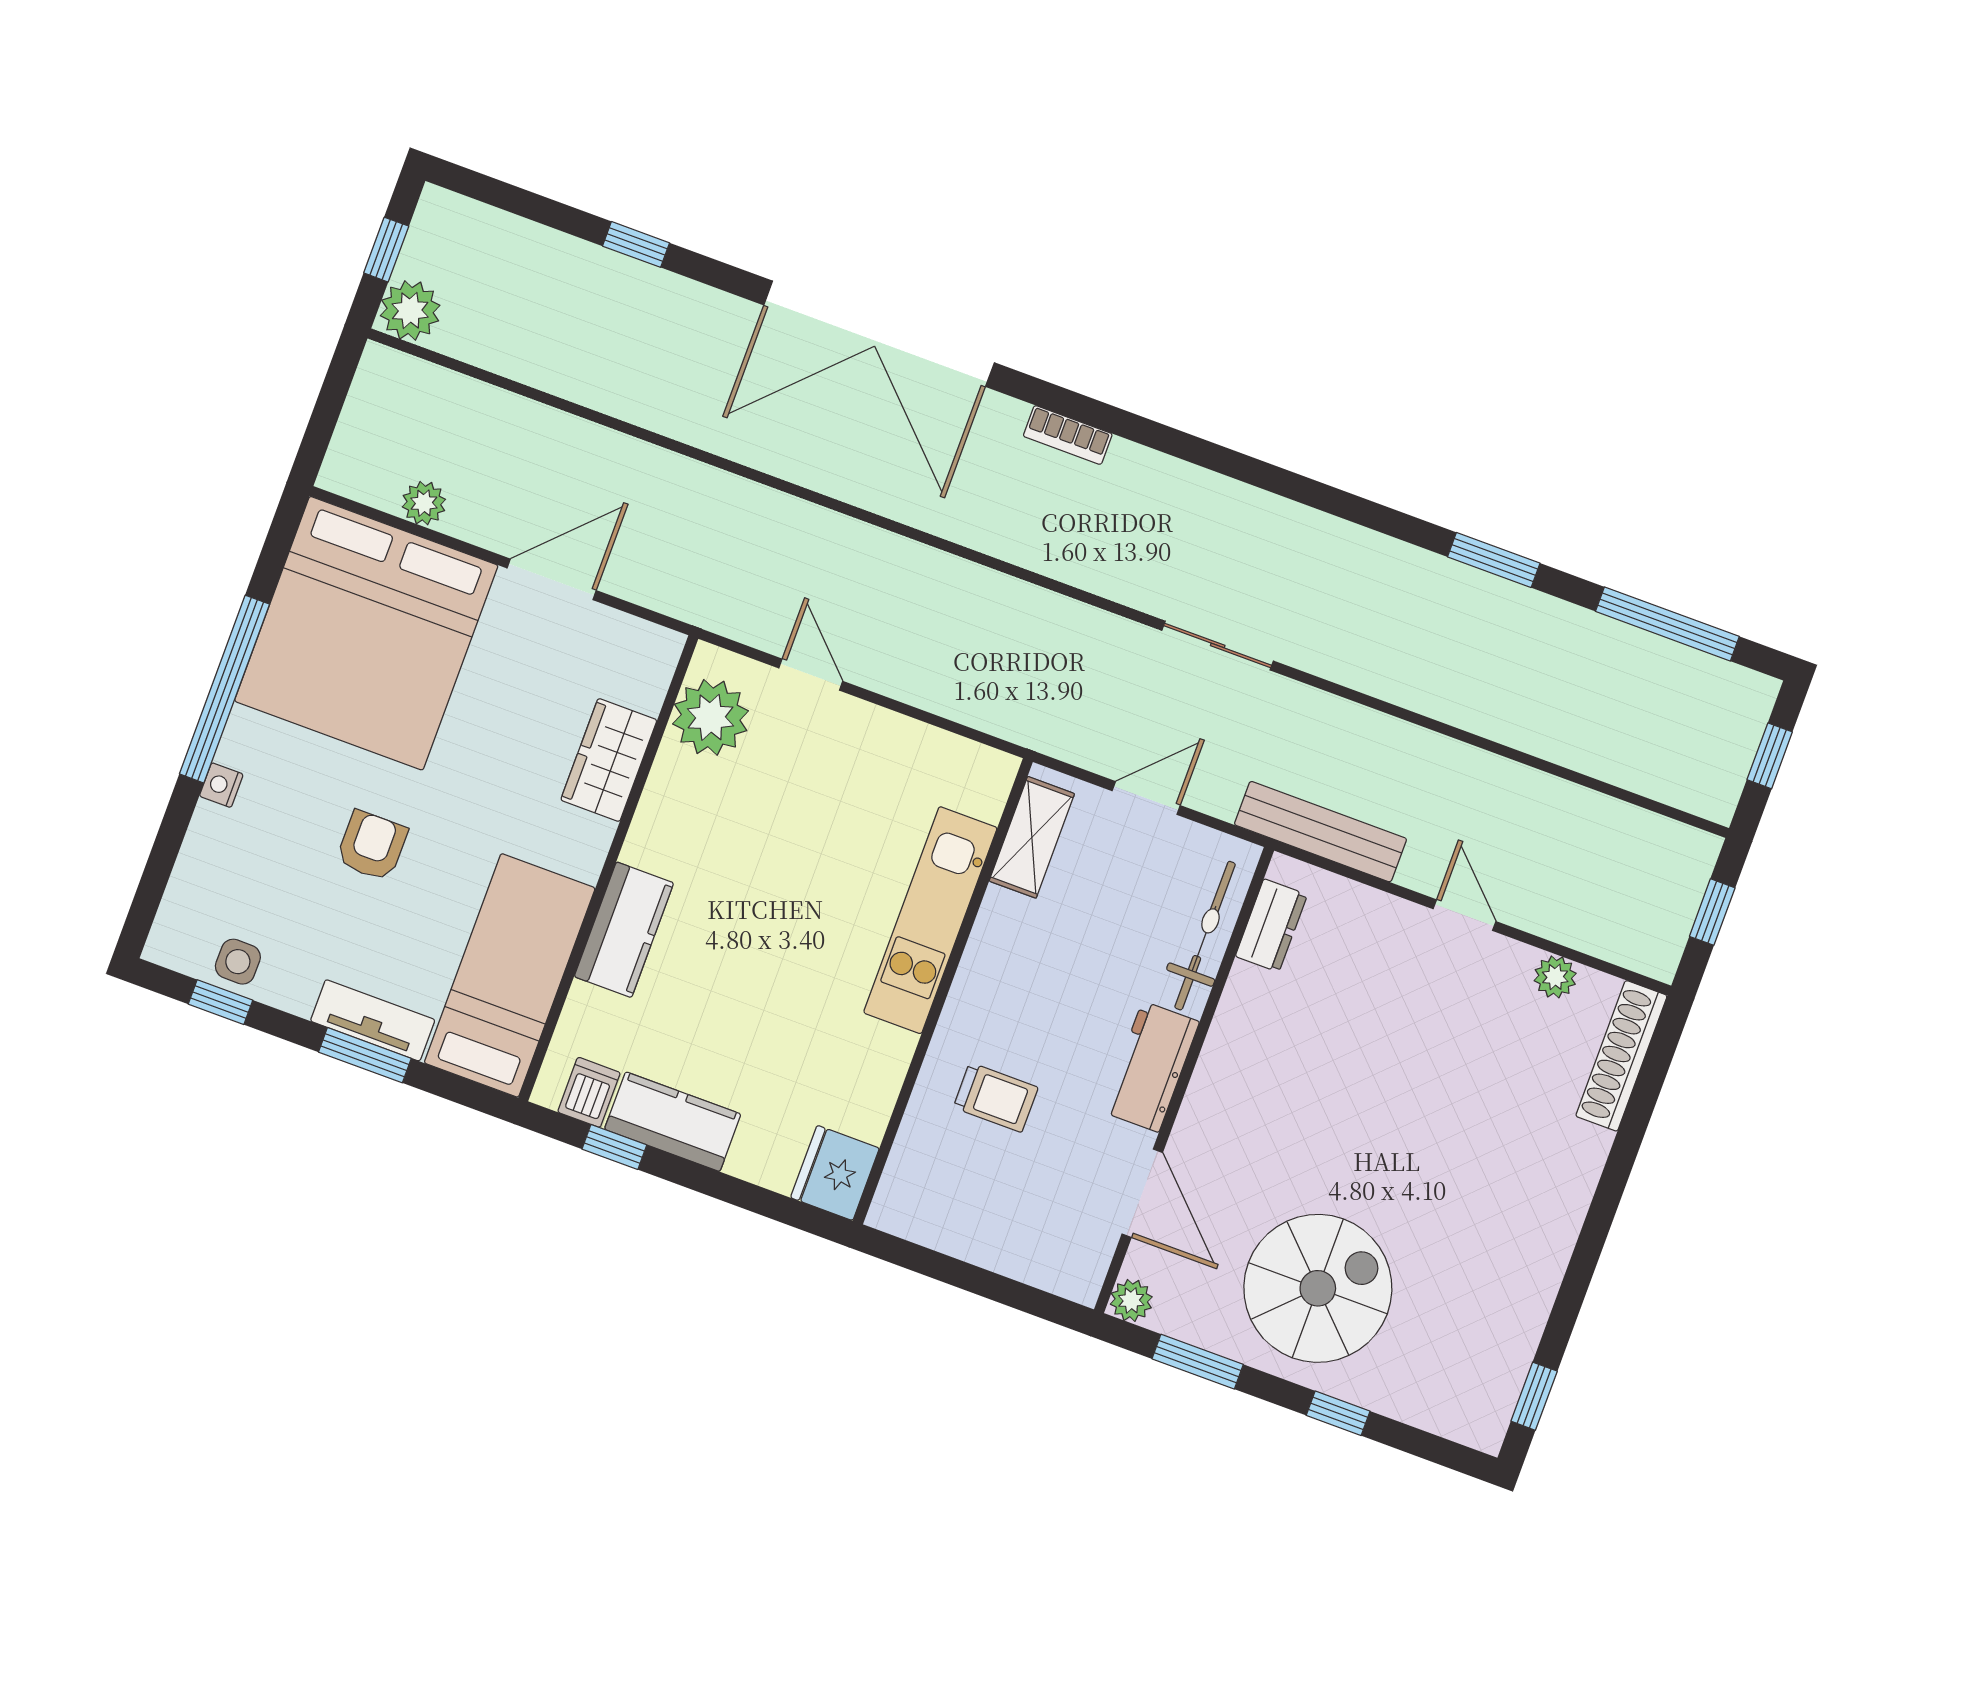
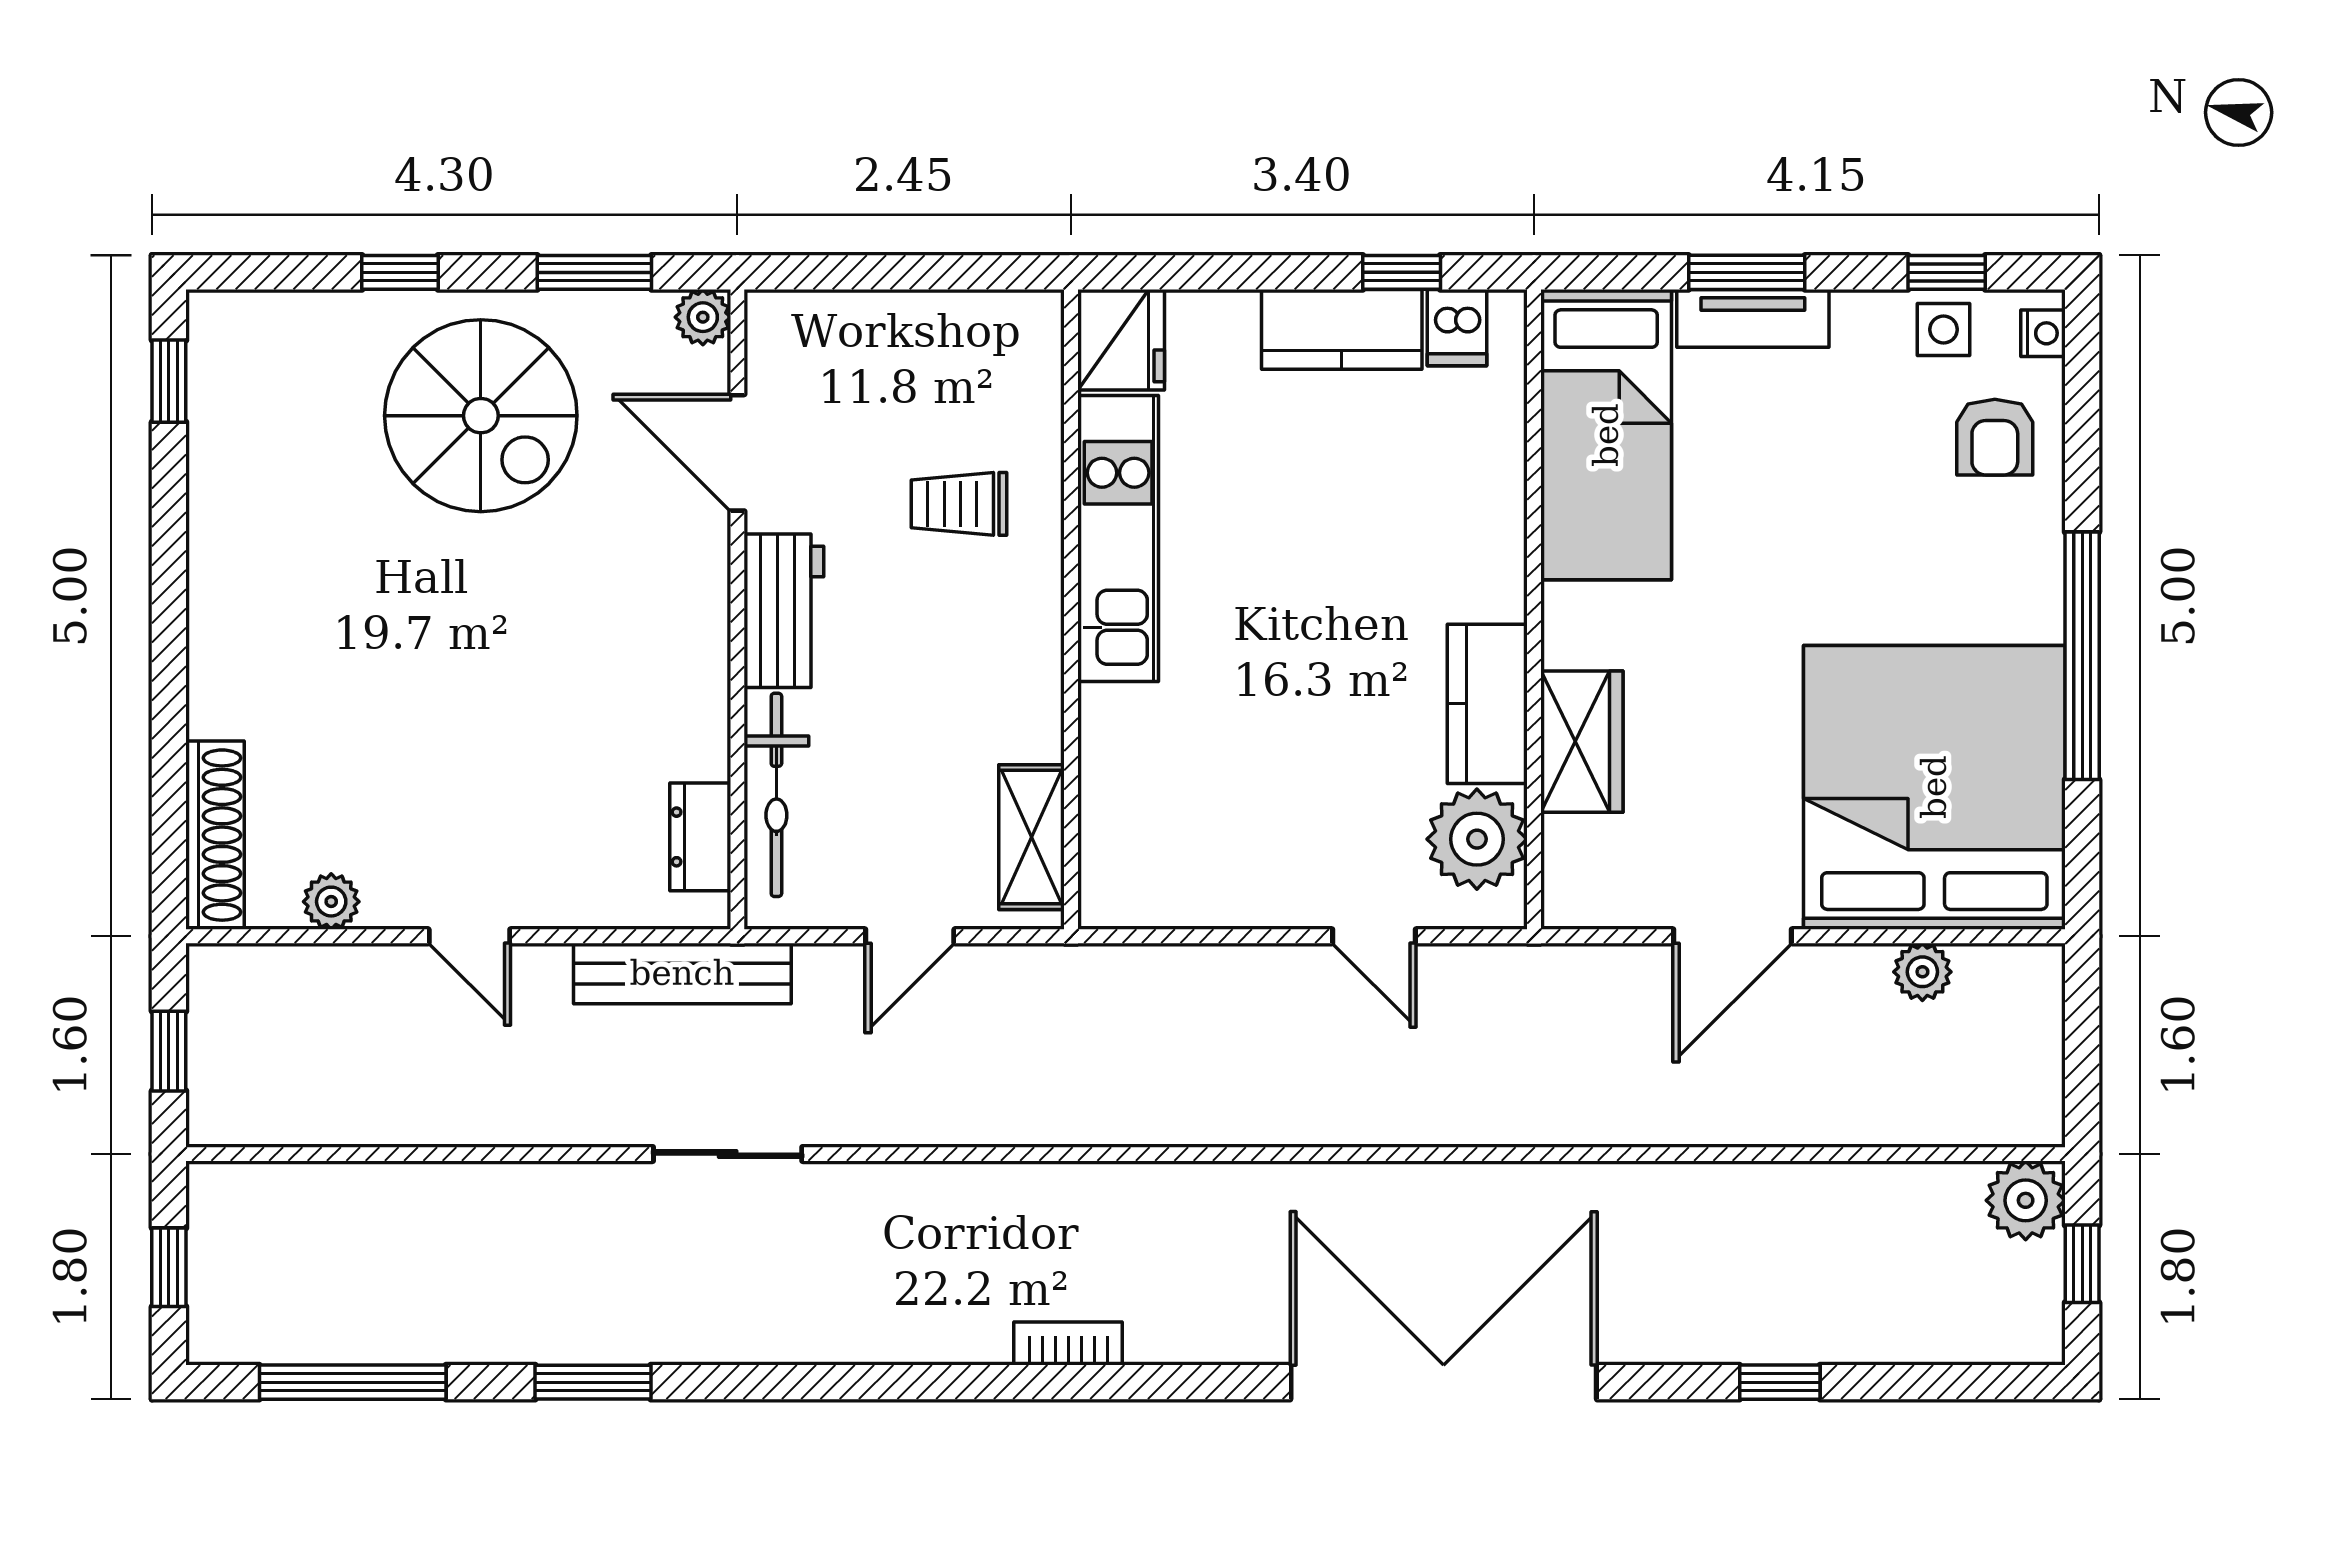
bookcase: (1068, 435) -> (1068, 1343), moved
sliding door: (1218, 646) -> (728, 1154), moved
nightstand: (221, 785) -> (2043, 333), moved
armchair: (372, 846) -> (1995, 437), moved
kitchen unit: (930, 920) -> (1118, 539), moved
kitchen counter: (624, 930) -> (1487, 704), moved
spiral stairs: (1318, 1288) -> (481, 416), turned -90

